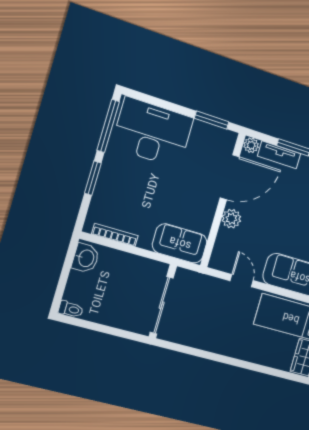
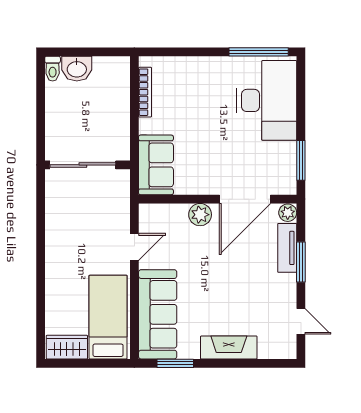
door: (230, 177) -> (245, 199), hinge flipped
window: (93, 178) -> (199, 52), removed
washbasin: (86, 258) -> (77, 69), moved

